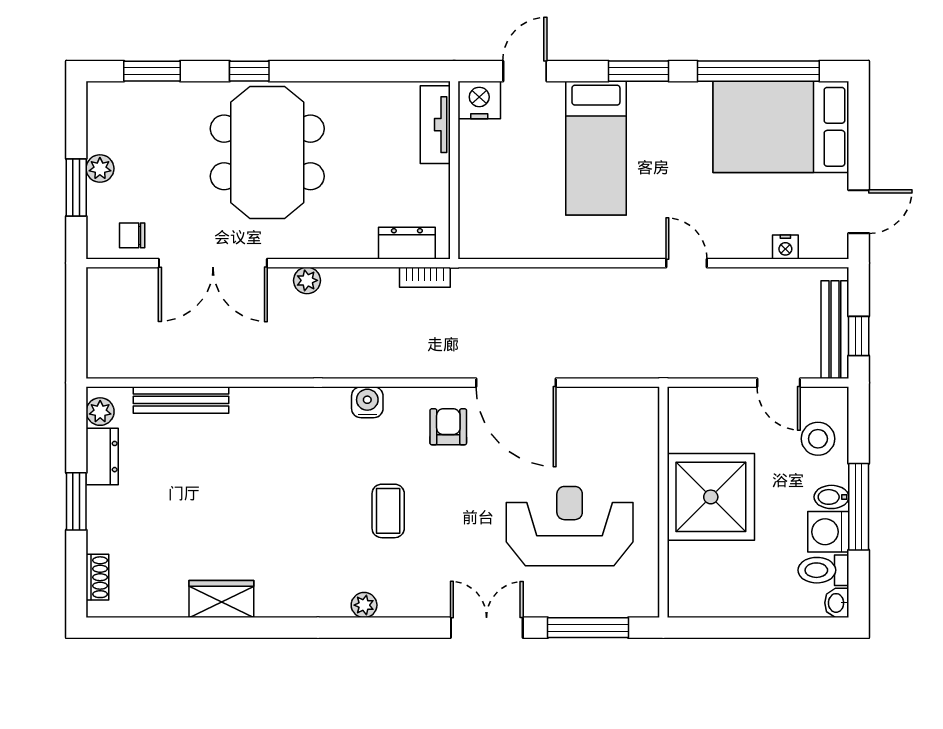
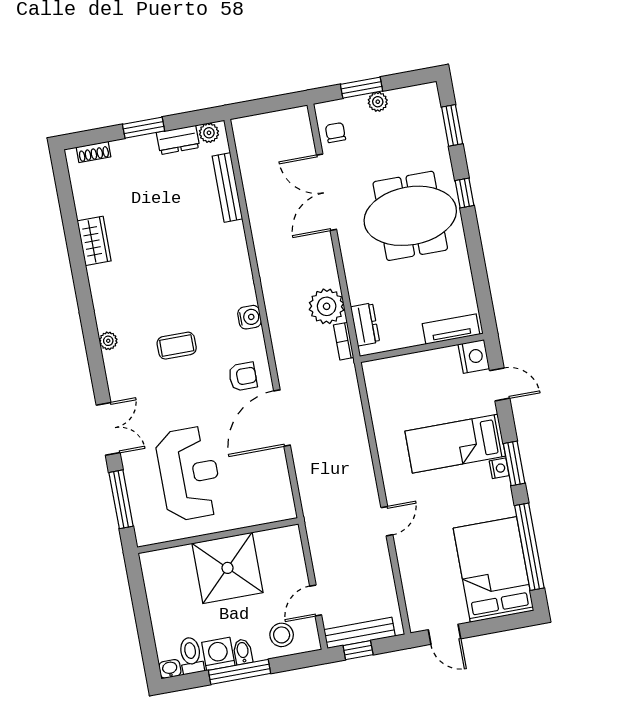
nightstand: (785, 247) -> (499, 468), moved, turned 180
plant: (307, 280) -> (327, 306), moved, width x1.87, depth x1.87

